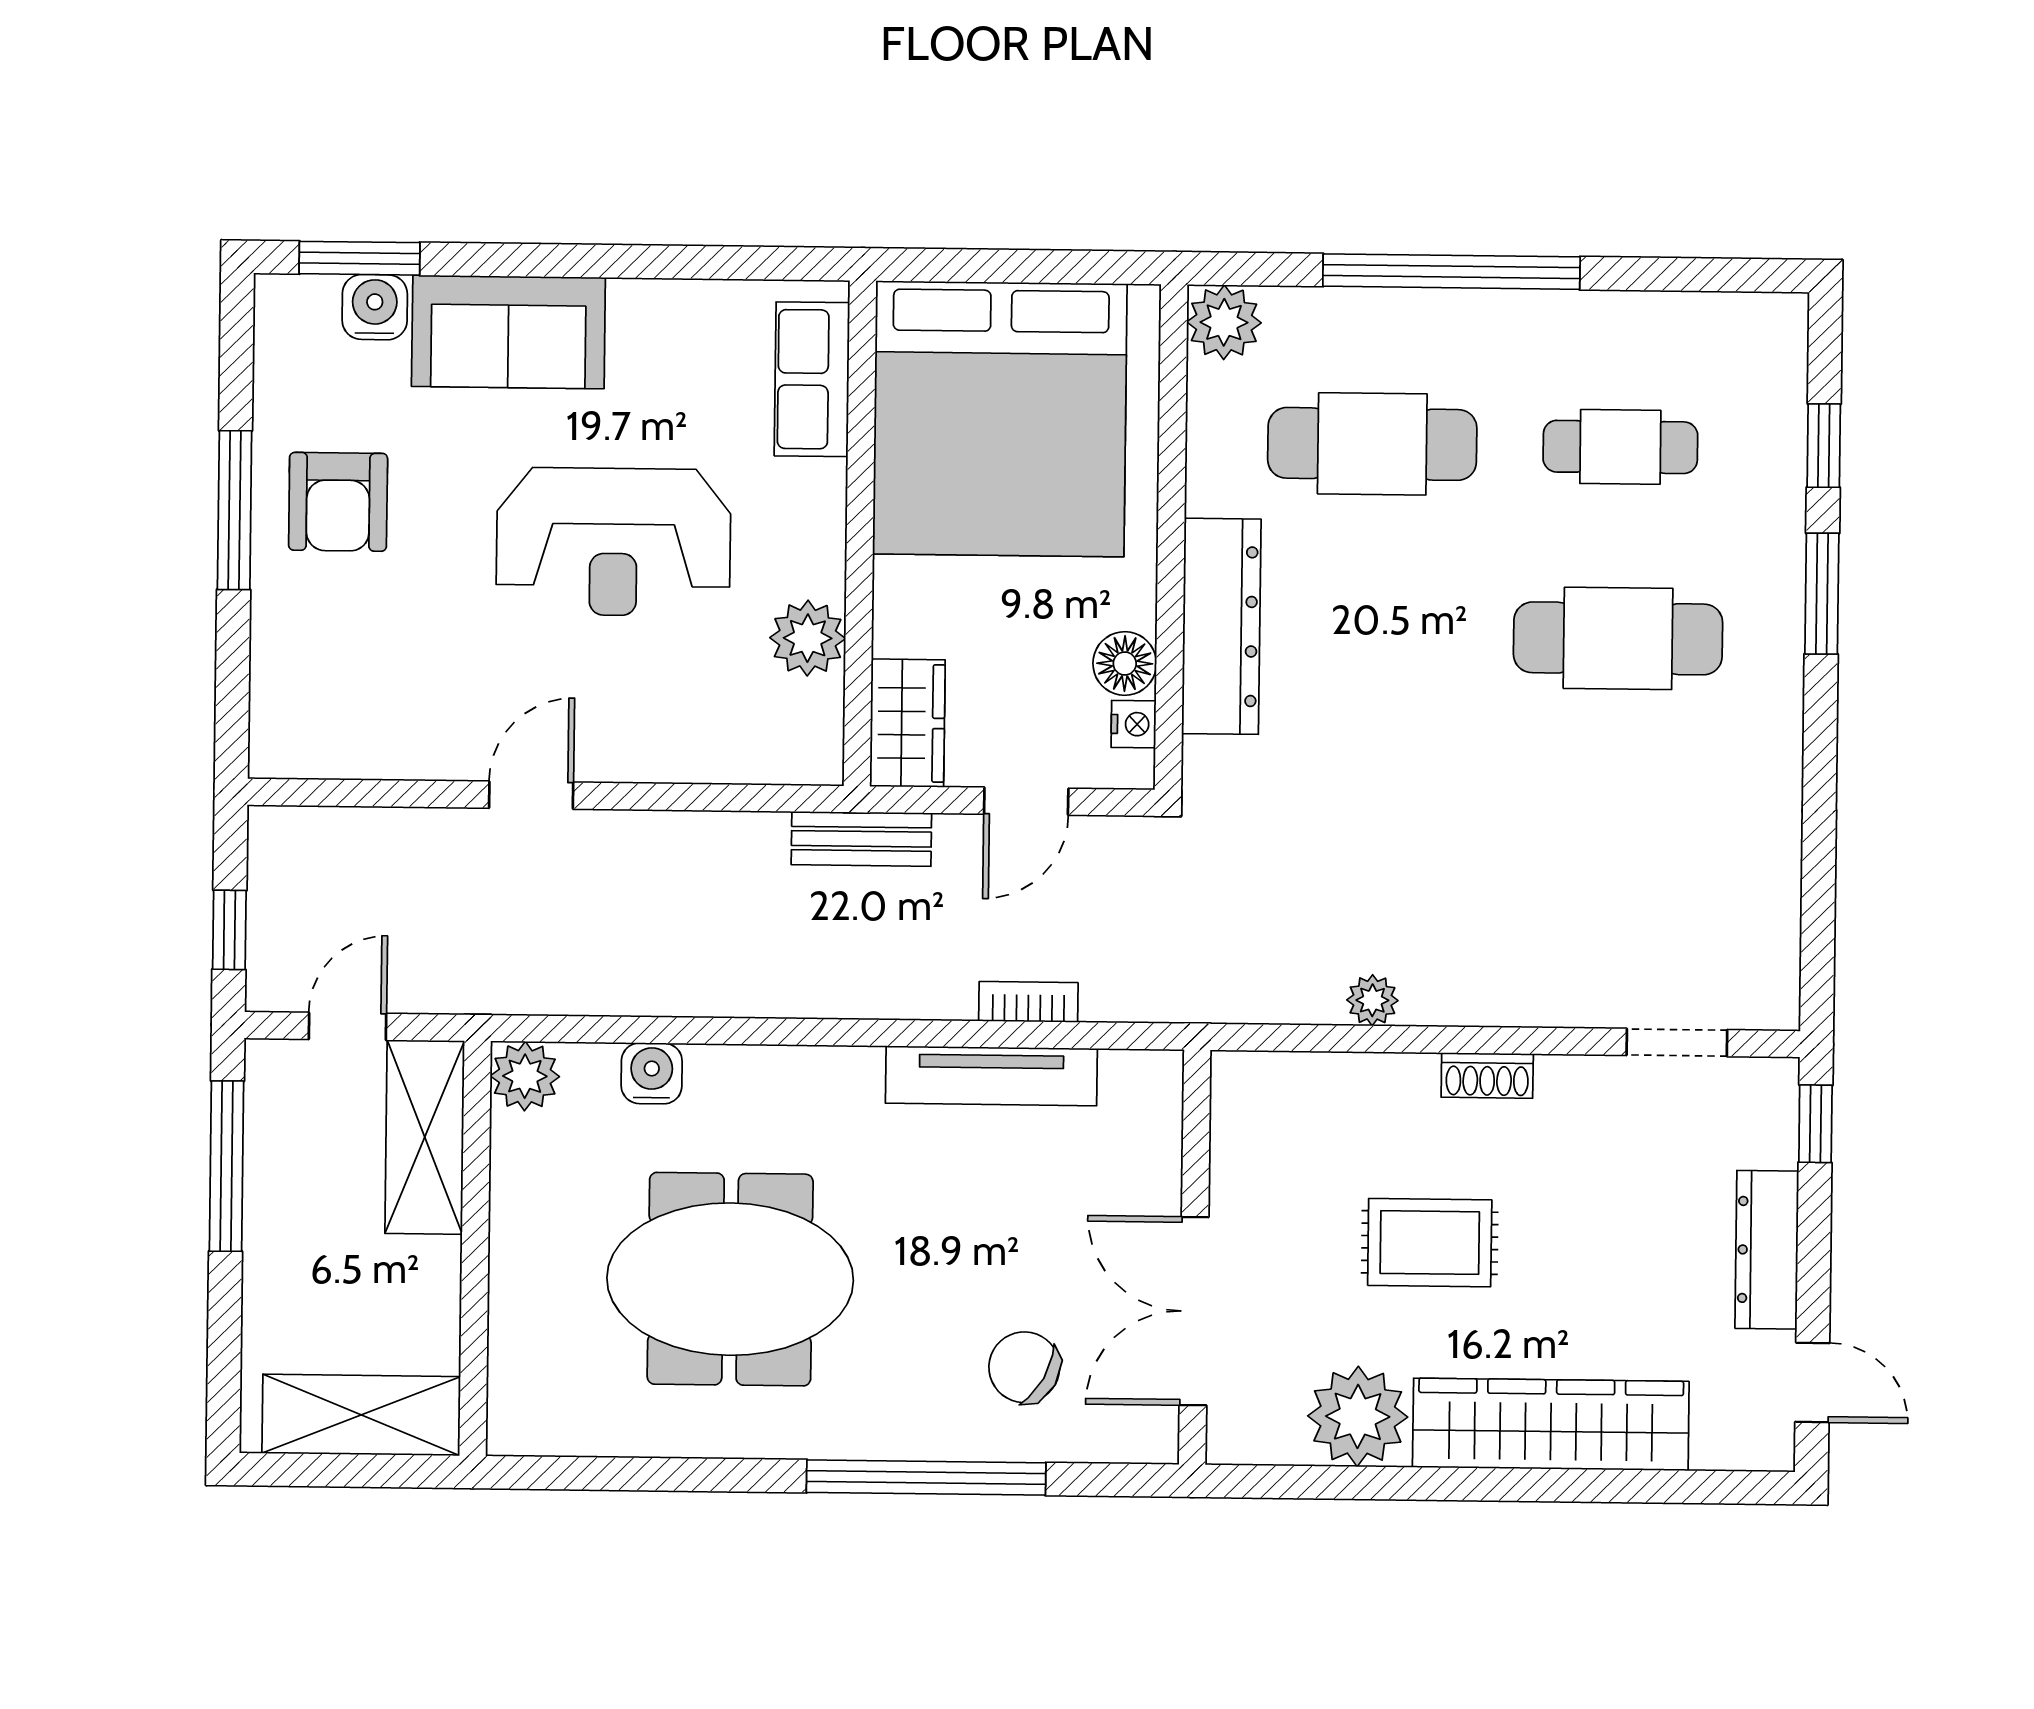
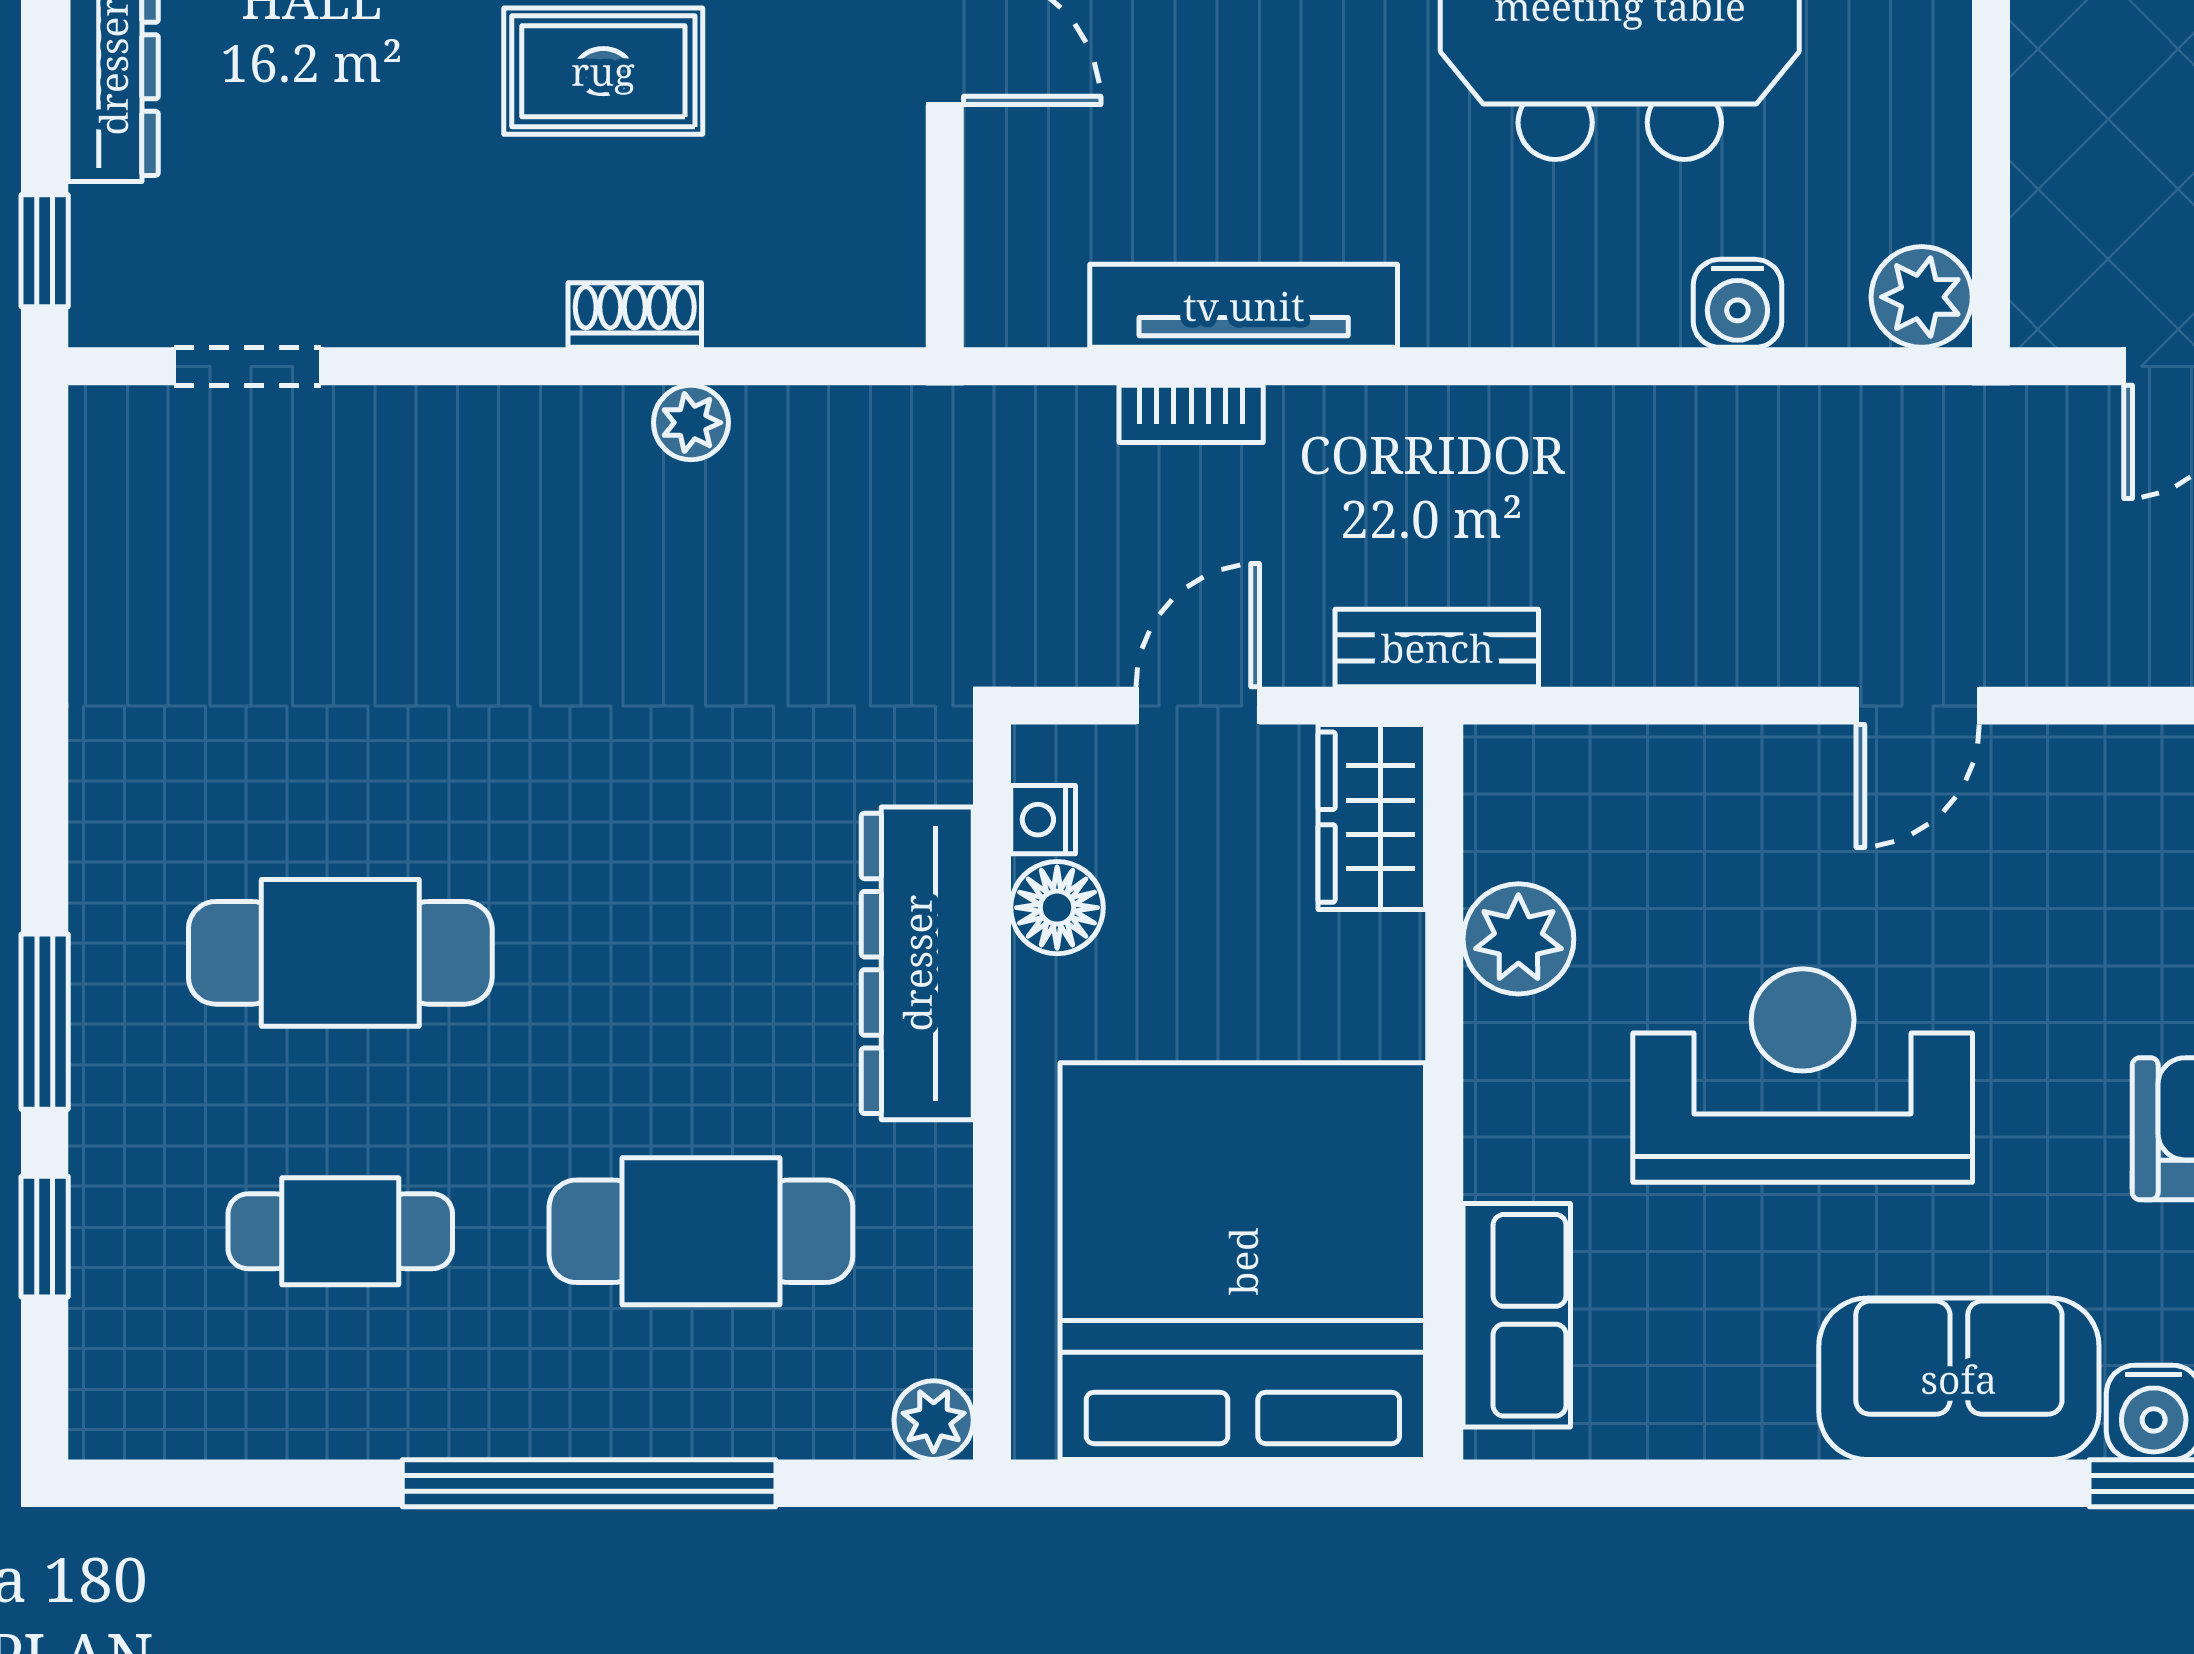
plant: (1224, 322) -> (934, 1420), width x0.73, depth x0.73
shoe rack: (1487, 1075) -> (635, 315), moved
shelving: (425, 1137) -> (2066, 207), removed

